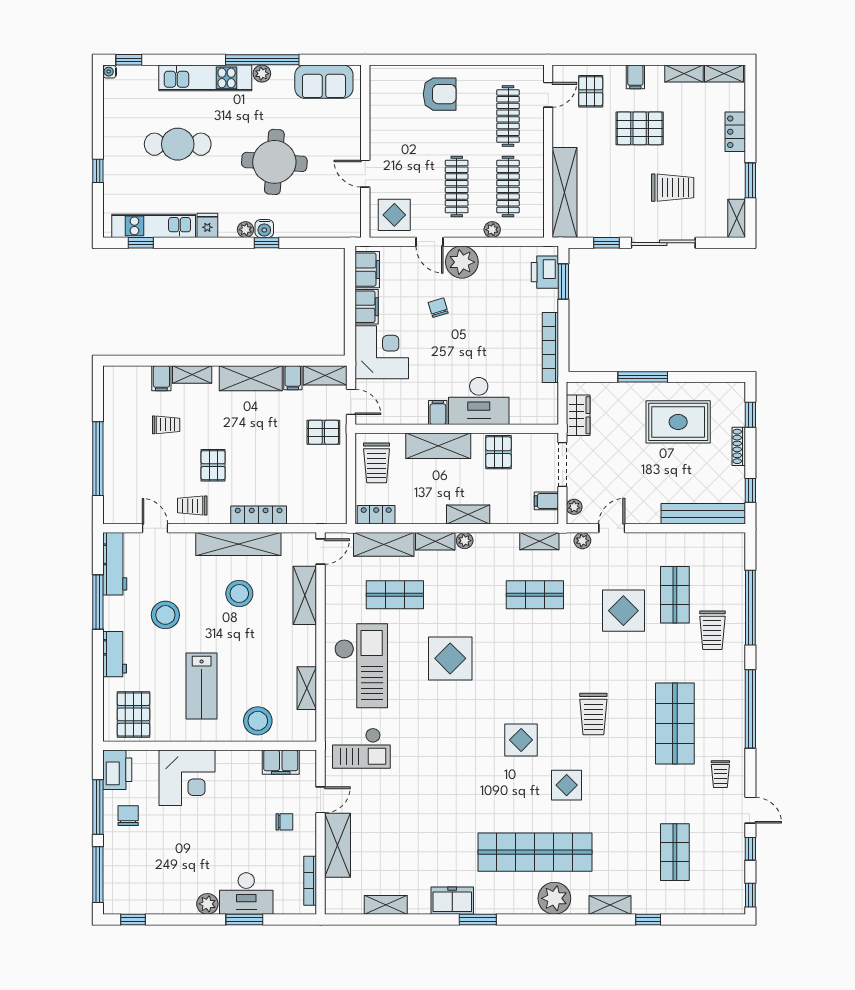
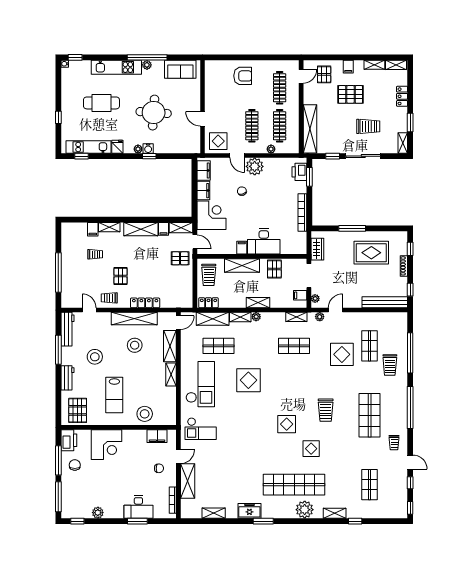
shelving: (307, 688) -> (171, 374), moved
plant: (207, 904) -> (98, 513), moved

